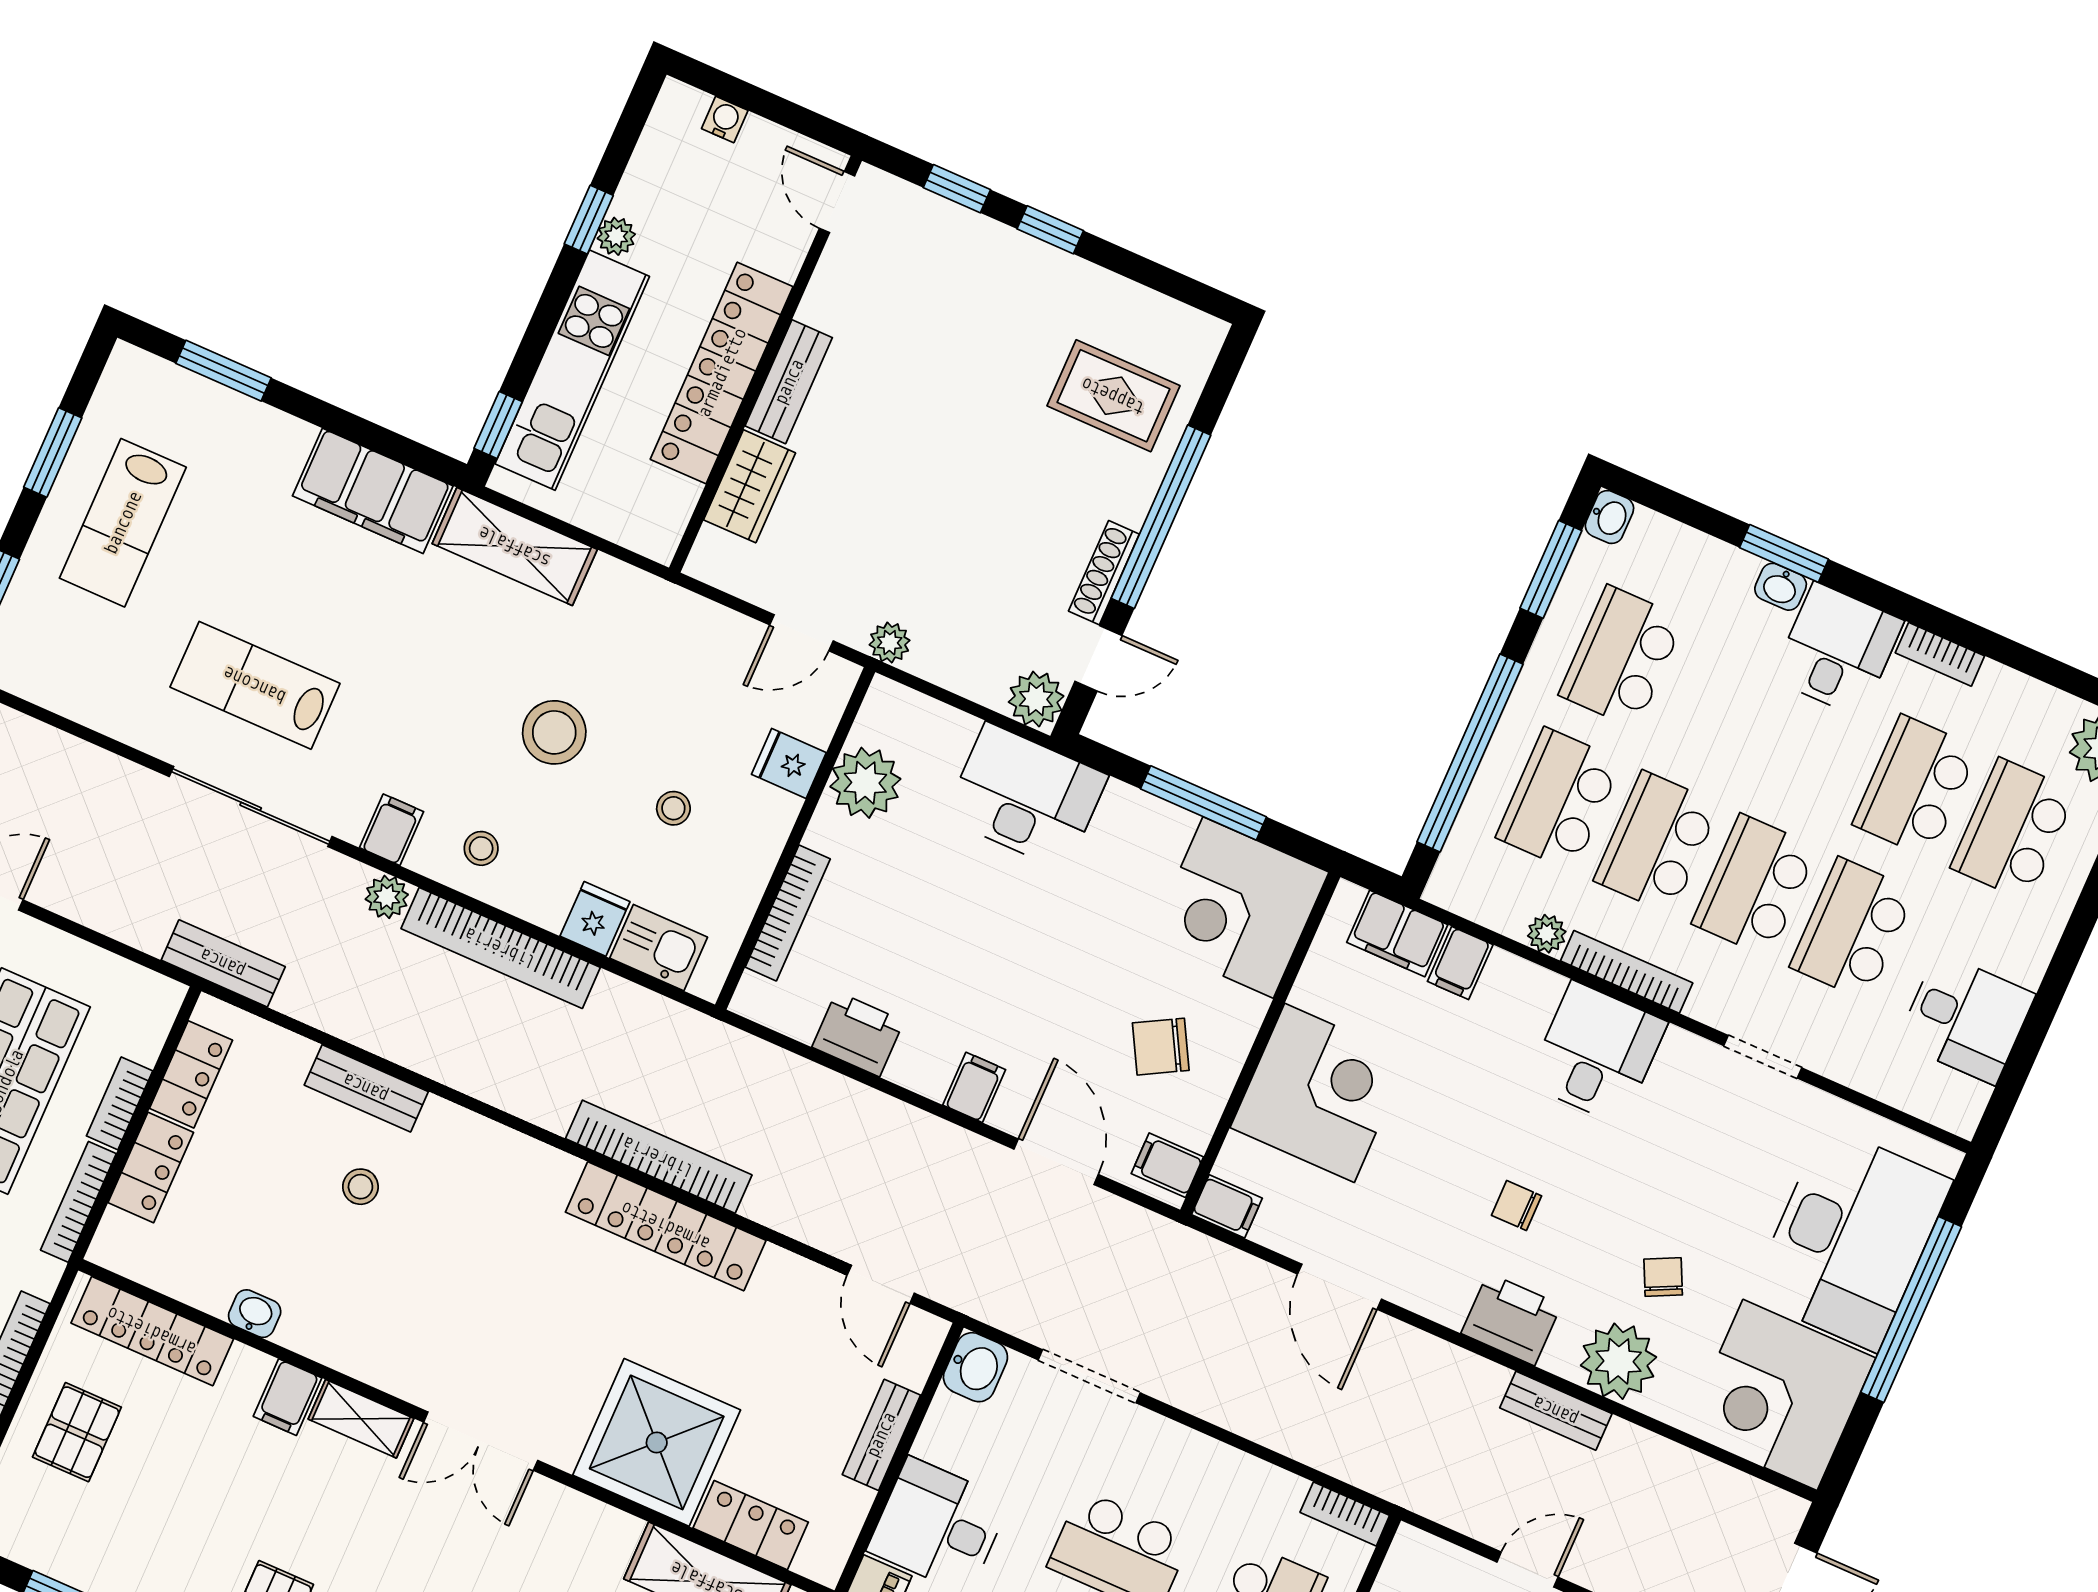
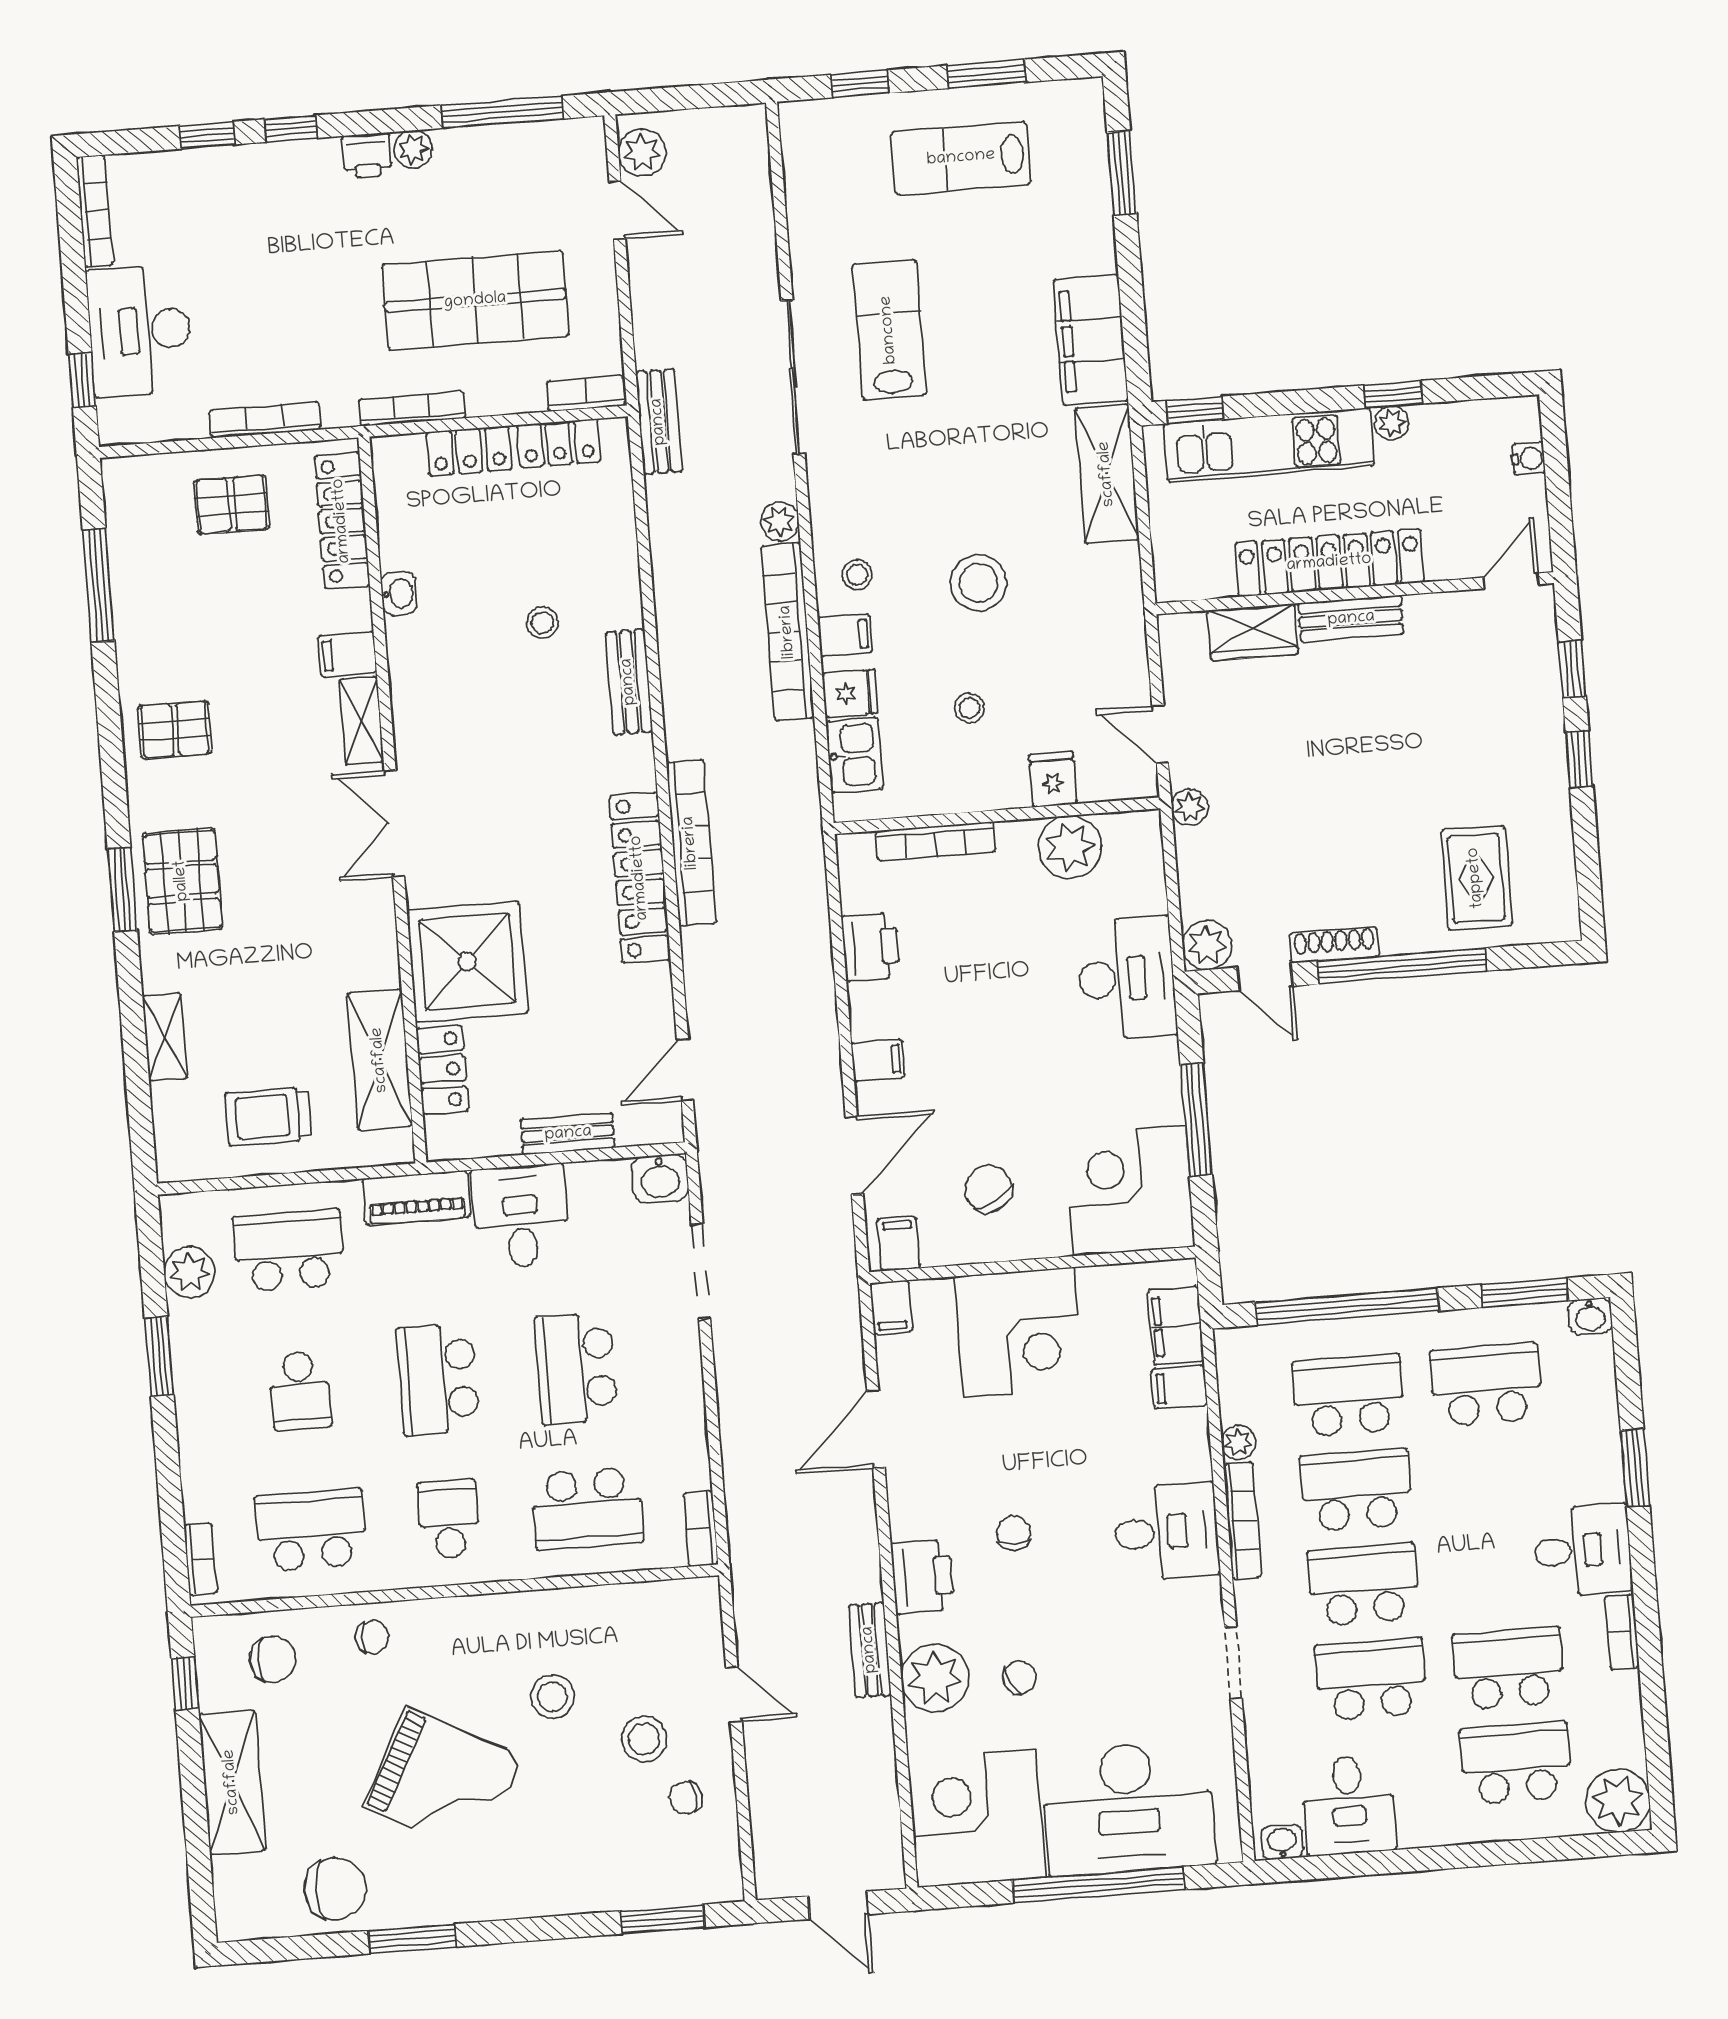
washbasin: (1781, 587) -> (1282, 1842), moved, turned 90
filing cabinet: (391, 830) -> (845, 635), moved
bench: (366, 1088) -> (629, 682), moved
bookcase: (120, 1103) -> (586, 393), moved

